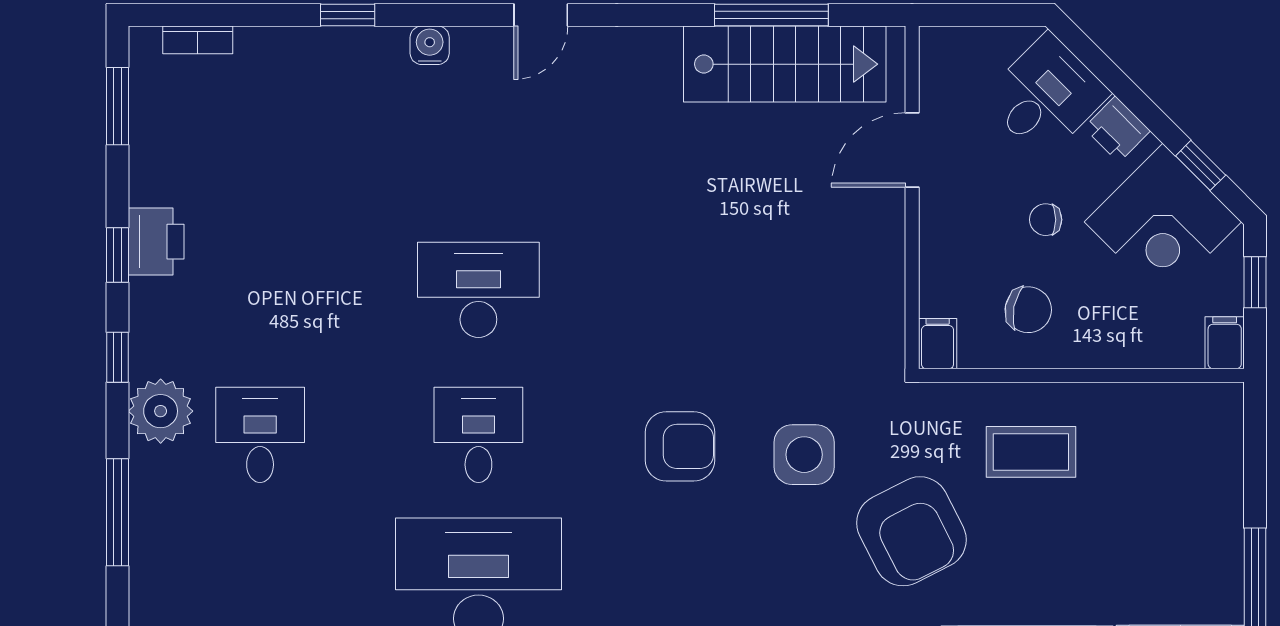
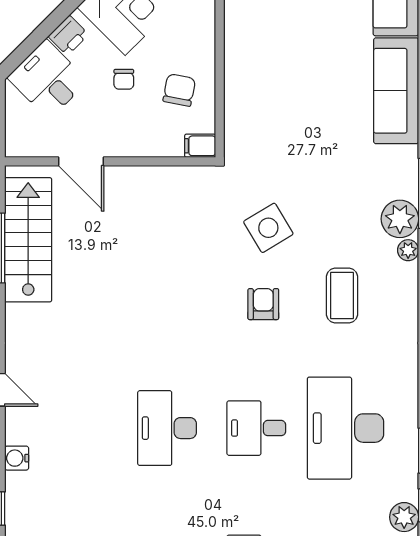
armchair: (680, 446) -> (263, 304), width x0.72, depth x0.72
coffee table: (1031, 452) -> (342, 296), moved
side table: (804, 455) -> (268, 228), turned -31
armchair: (911, 531) -> (316, 162), removed

